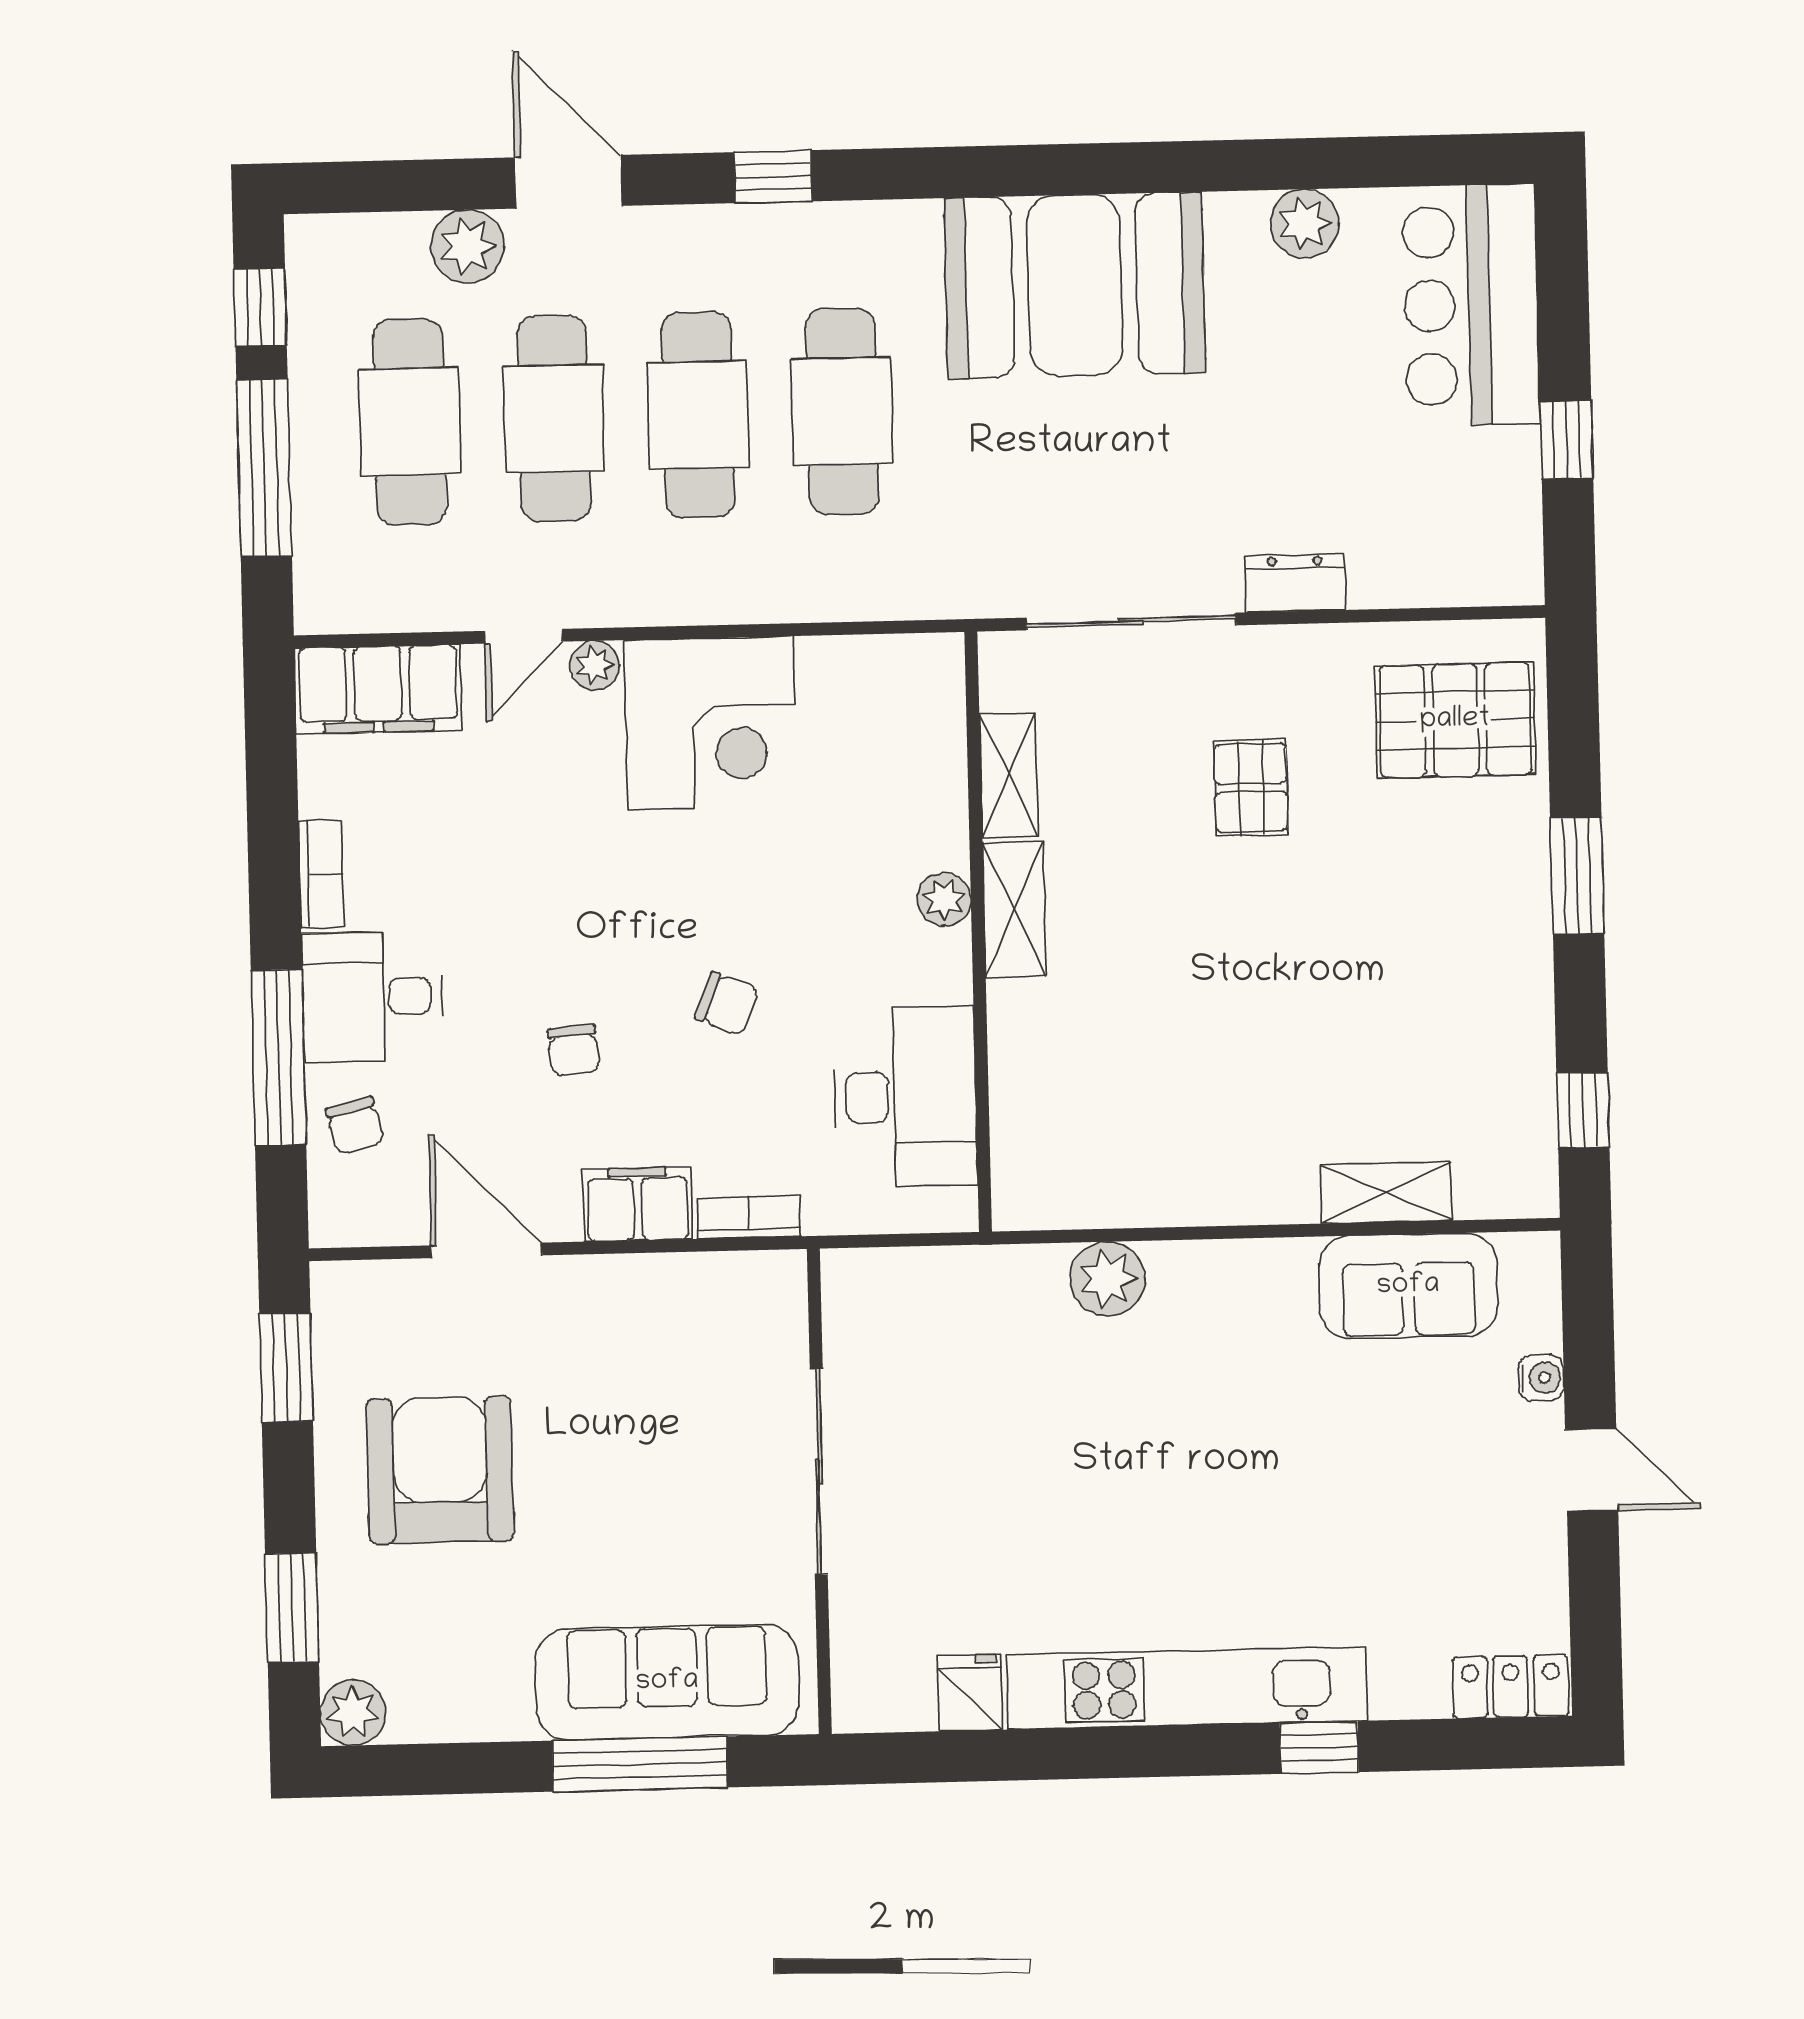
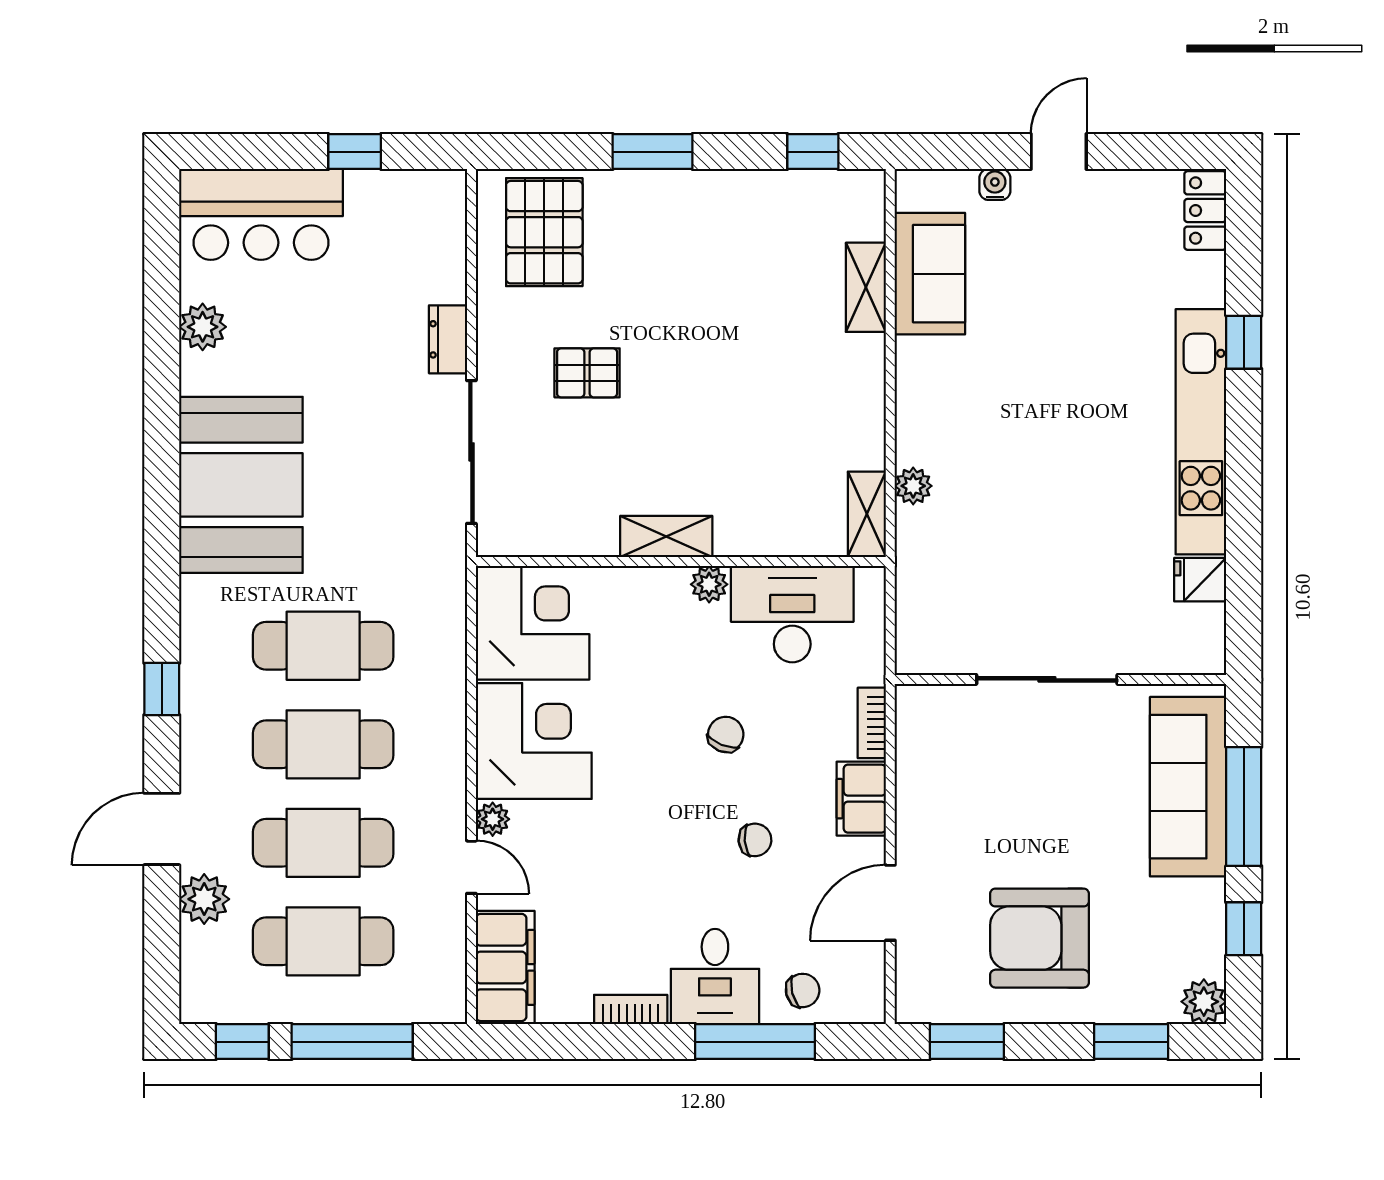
corner desk: (883, 717) -> (533, 623), added
shelving: (1009, 775) -> (867, 514), moved, turned 90
plant: (944, 899) -> (709, 584), moved
plant: (1108, 1279) -> (913, 486), width x0.73, depth x0.73
window: (461, 1768) -> (1244, 929), added

